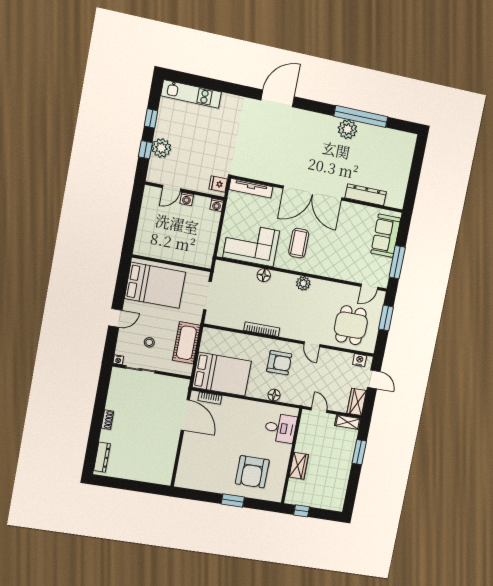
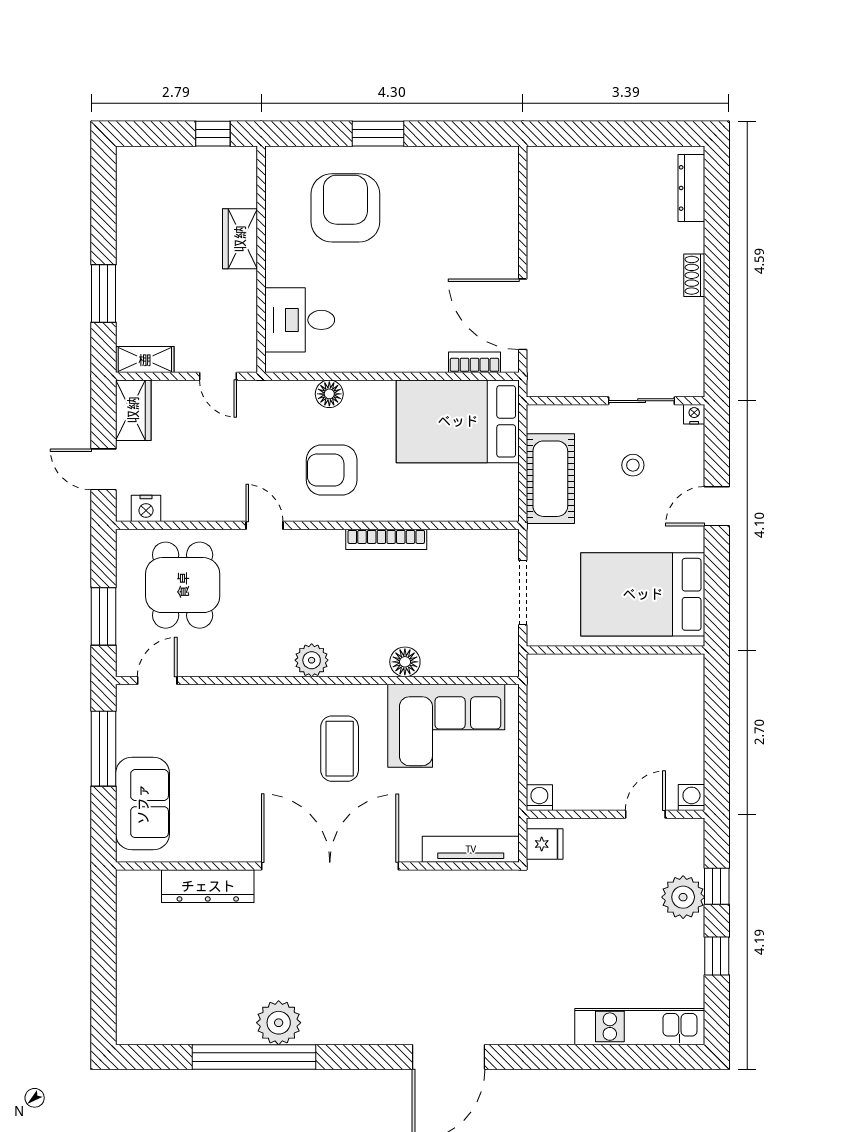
washing machine: (187, 199) -> (691, 798), moved

